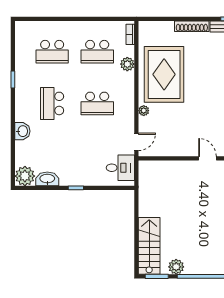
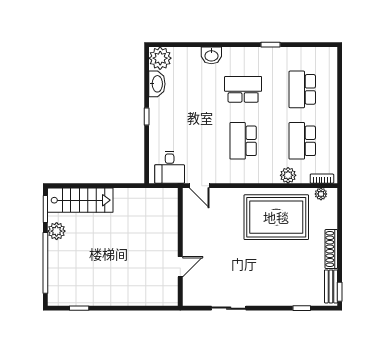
plant: (144, 111) -> (321, 194), moved

